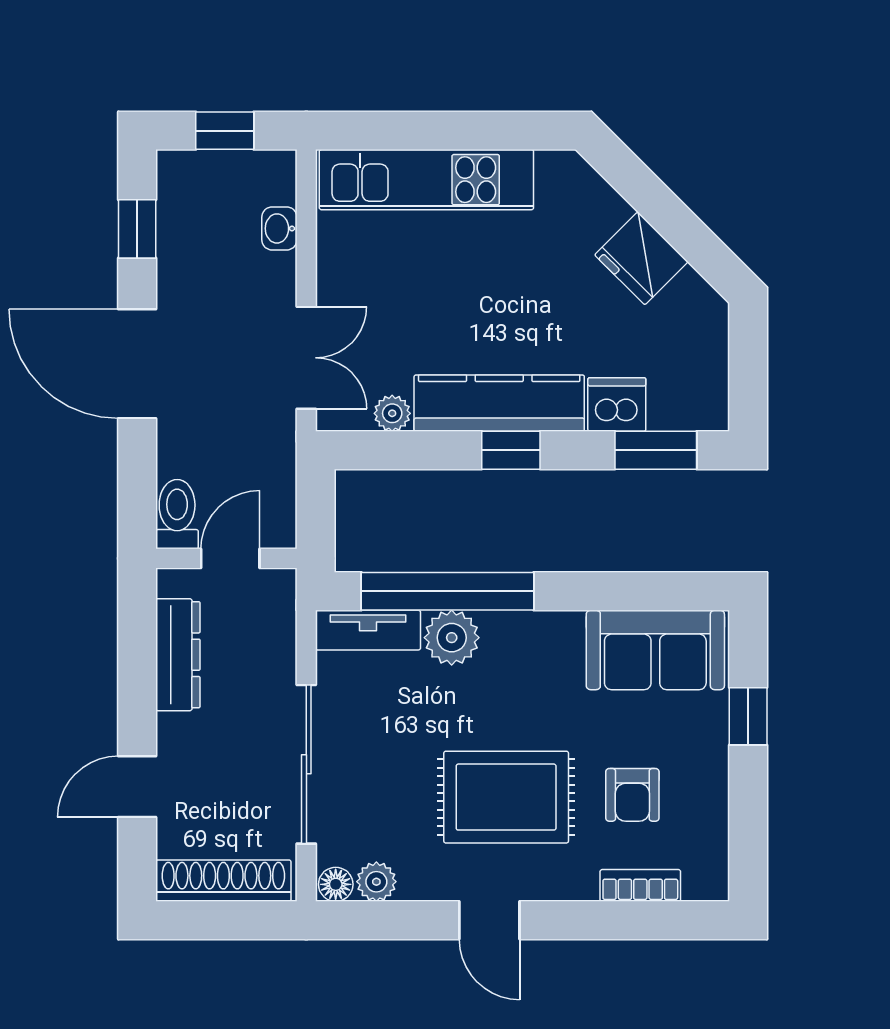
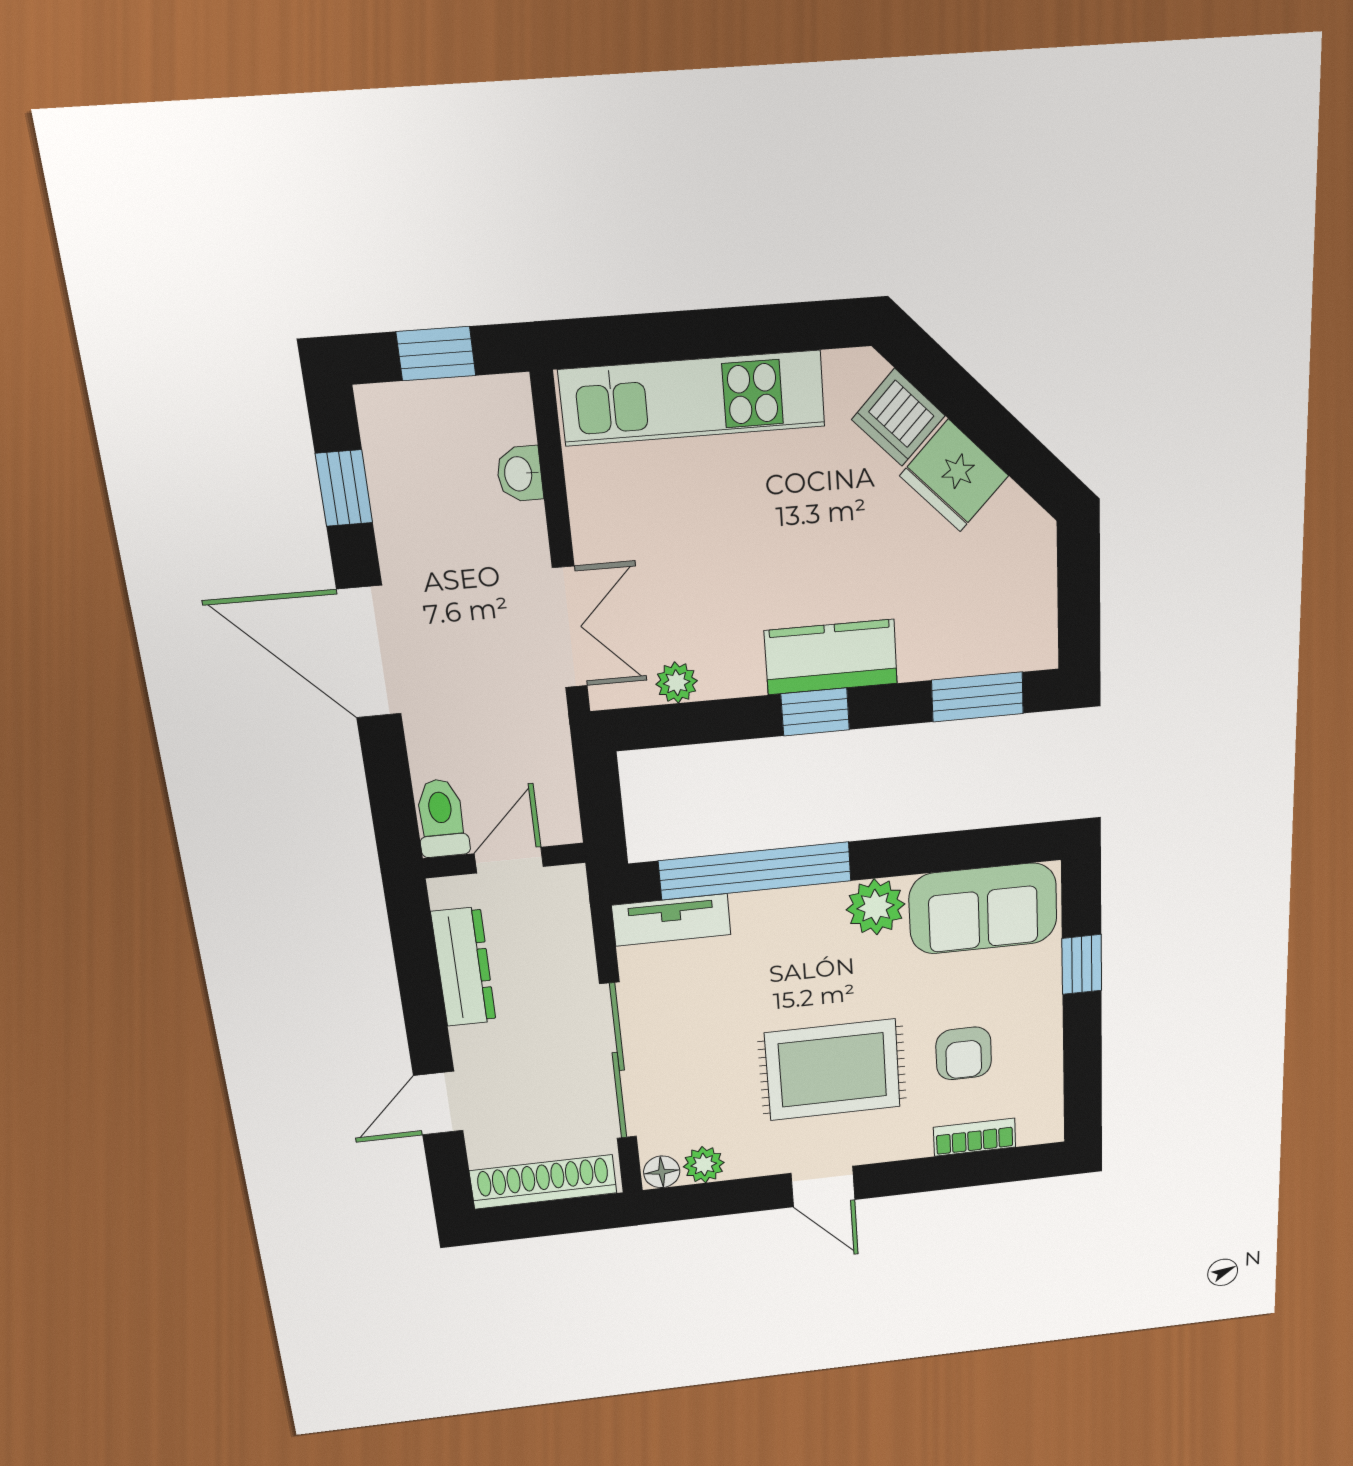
kitchen counter: (499, 403) -> (831, 657), width x0.67
dishwasher: (617, 404) -> (898, 418), moved, turned -135
plant: (452, 638) -> (876, 907), moved

